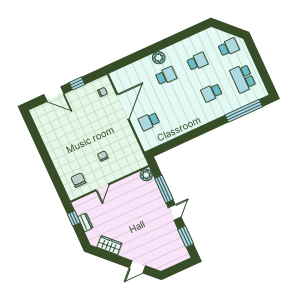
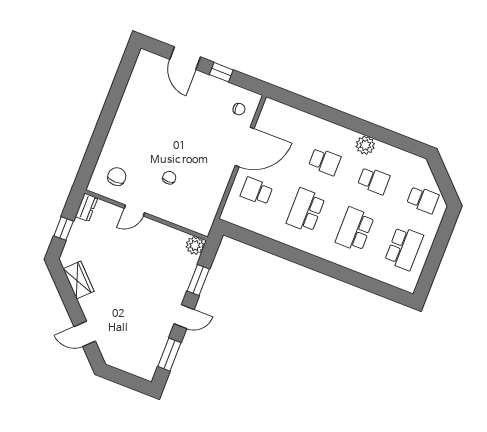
plant: (159, 58) -> (365, 145), moved
school desk: (243, 78) -> (404, 248), turned 180
school desk: (211, 93) -> (355, 229), width x1.85
school desk: (180, 107) -> (306, 210), added
window: (244, 111) -> (369, 284), removed
window: (164, 189) -> (198, 280), width x0.69
window: (74, 218) -> (64, 229), moved
dresser: (85, 222) -> (86, 207), moved

